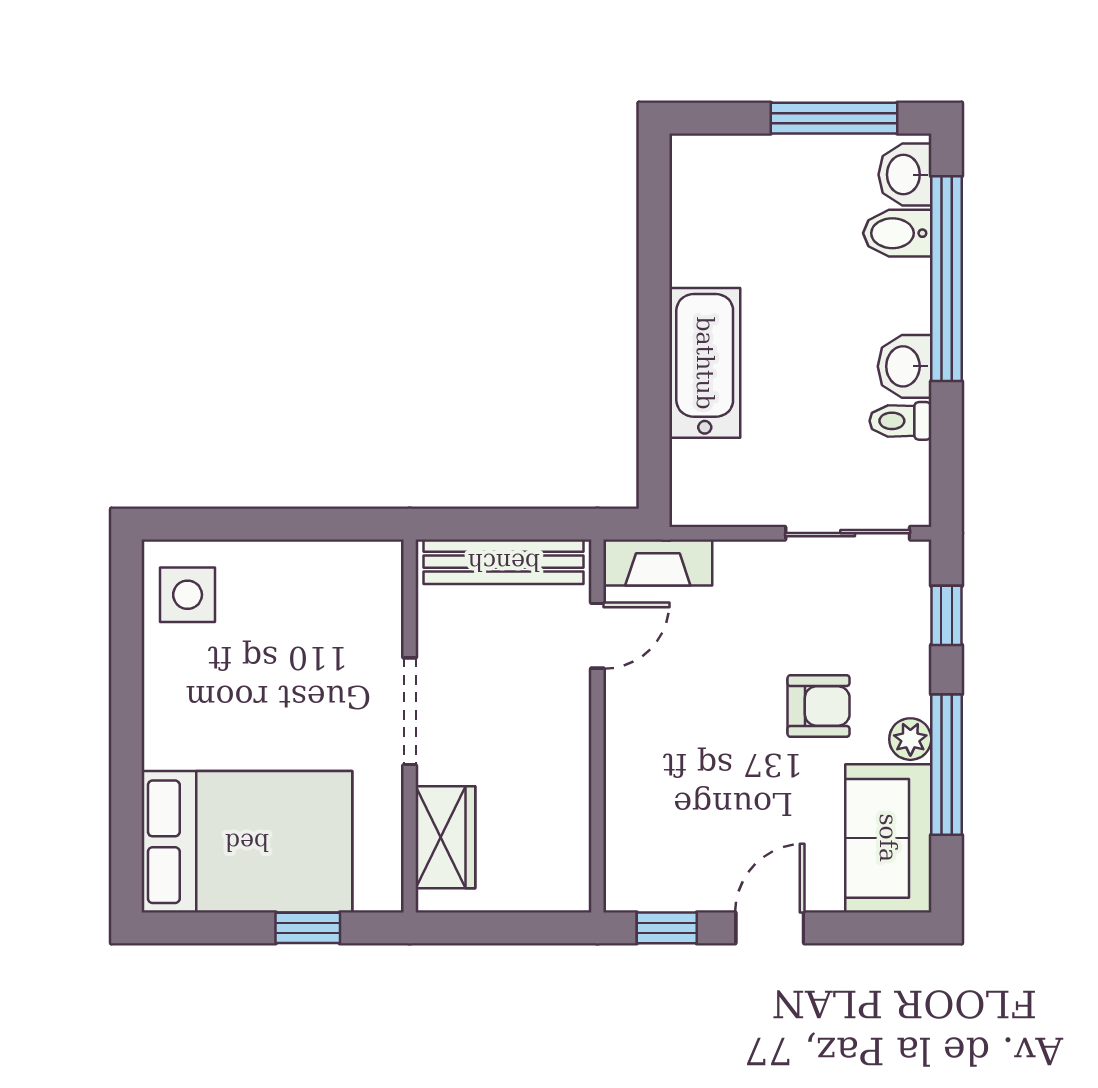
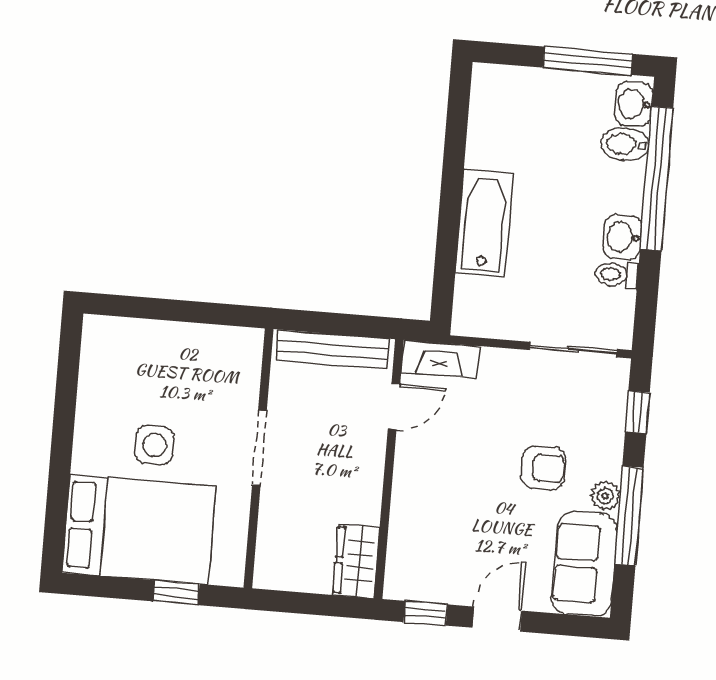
side table: (188, 595) -> (154, 445), moved
wardrobe: (445, 837) -> (356, 561), moved, turned 180

